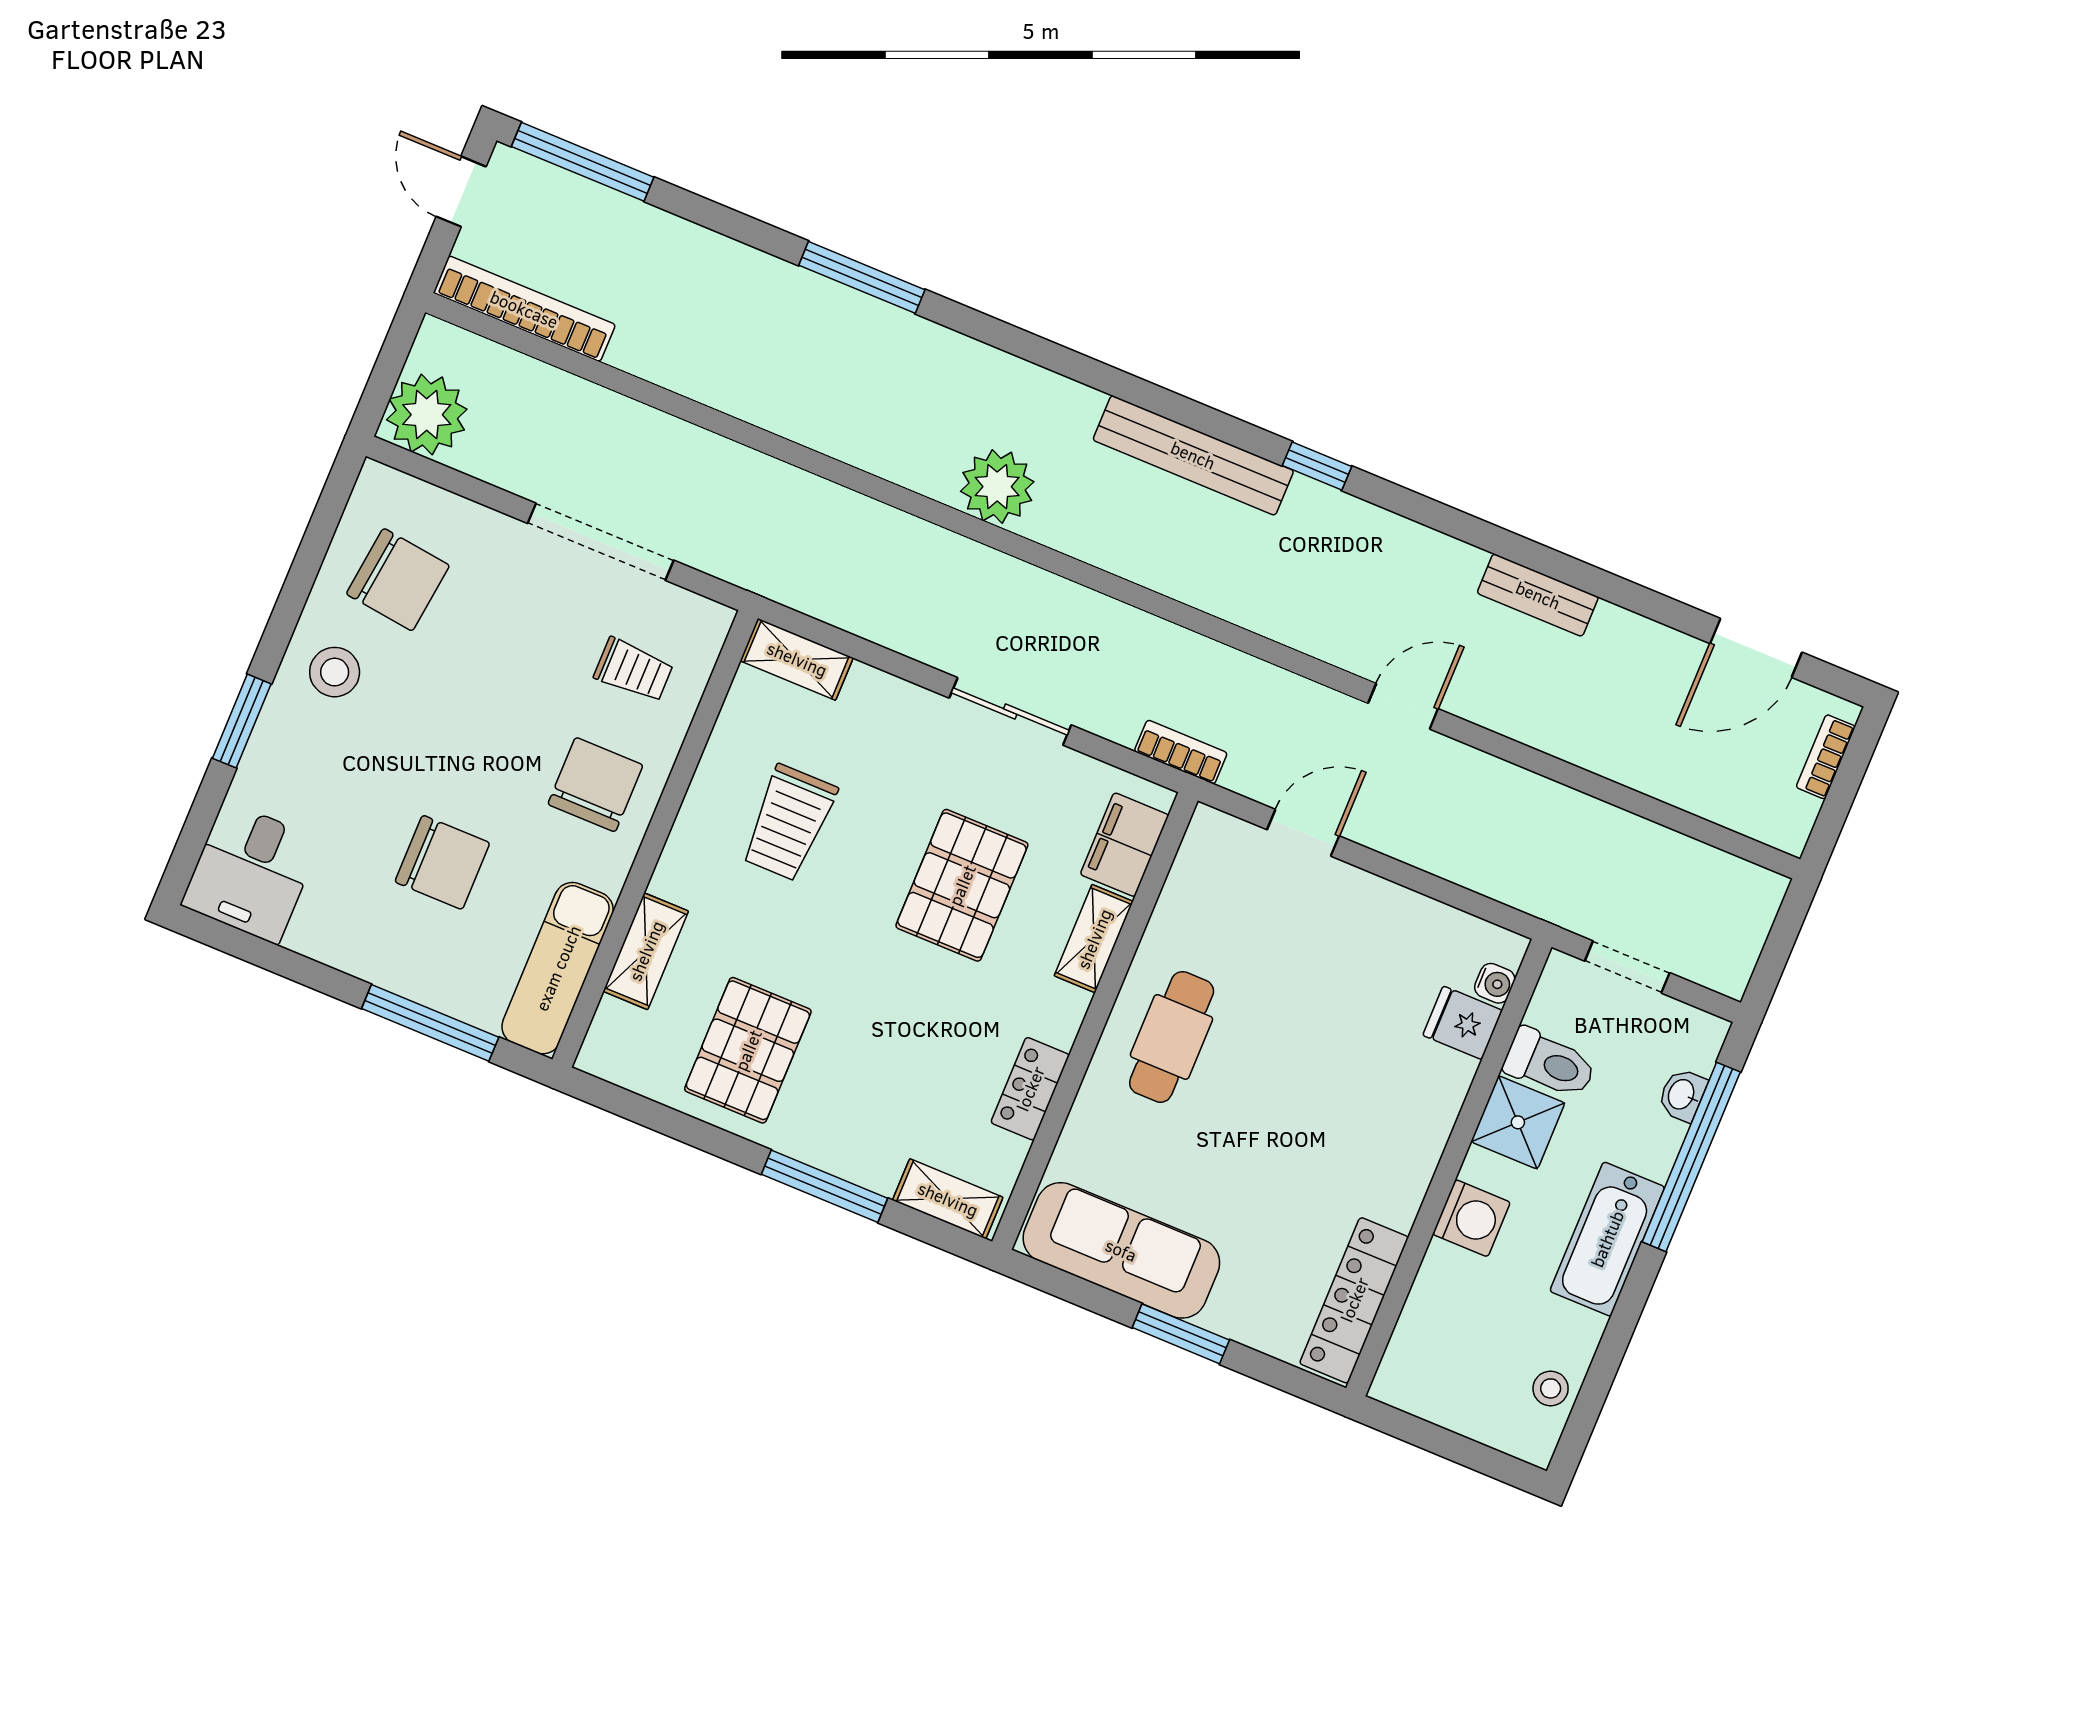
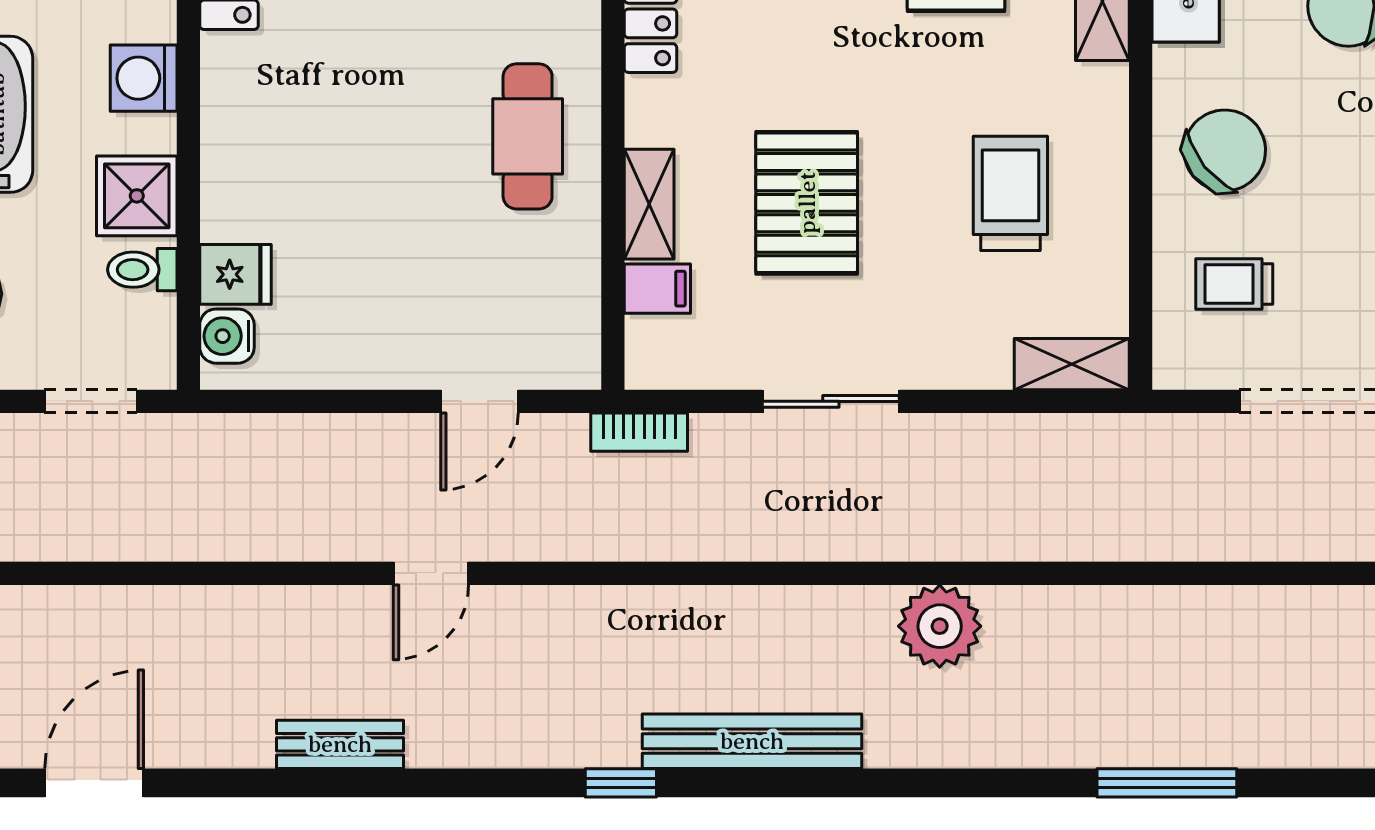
chair: (595, 785) -> (1225, 150), turned -129
filing cabinet: (1125, 845) -> (657, 289), width x0.50
water cooler: (1495, 983) -> (227, 336), width x1.38, depth x1.38
toilet: (1550, 1064) -> (142, 270), width x0.73, depth x0.72

